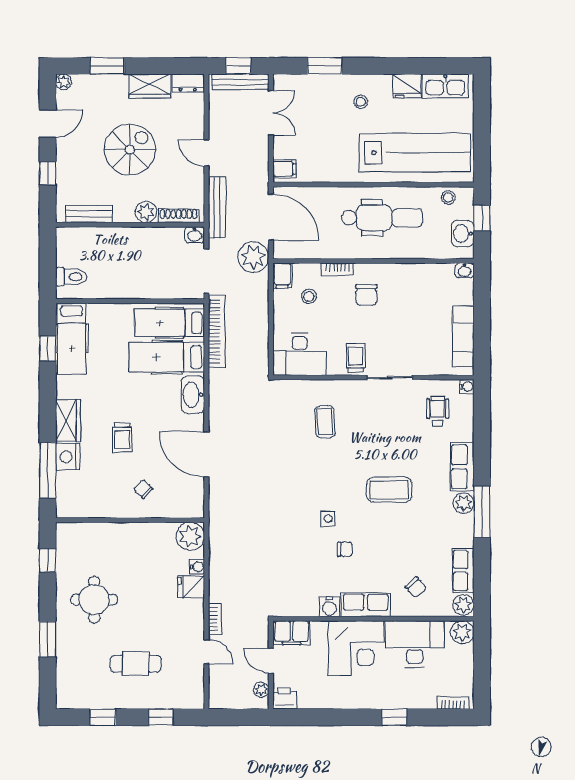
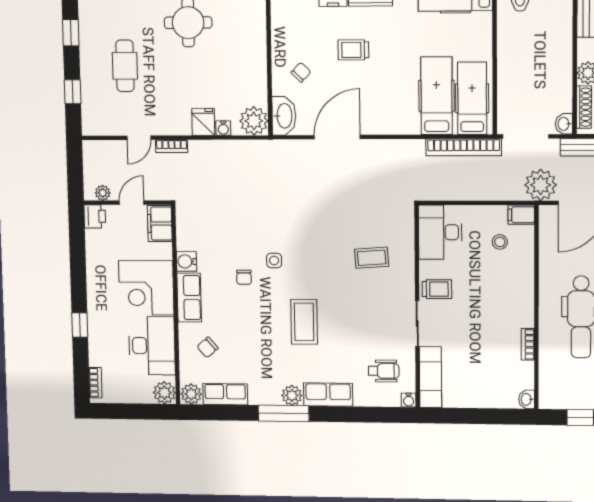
washbasin: (463, 233) -> (565, 398), removed
bookcase: (337, 269) -> (528, 344), moved
chair: (366, 295) -> (502, 300), removed
exam couch: (463, 336) -> (430, 377), moved, turned 90
washbasin: (193, 395) -> (284, 116), moved, turned 90

